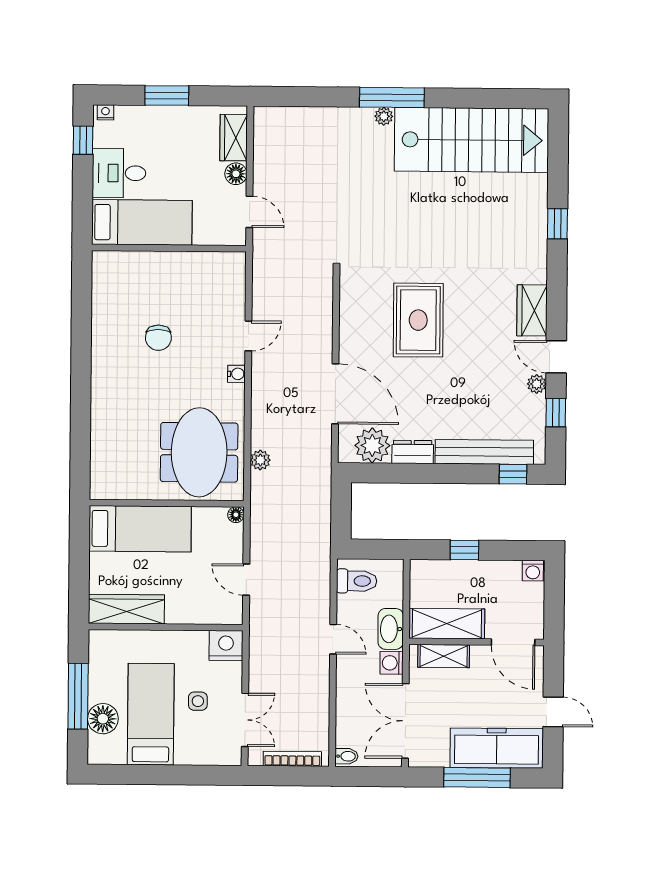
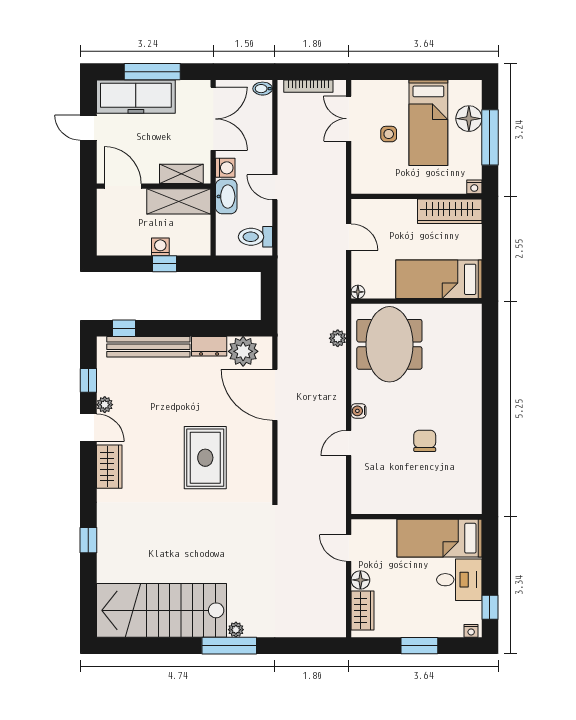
washing machine: (533, 571) -> (160, 247), moved
nightstand: (226, 646) -> (474, 187), moved, width x0.53, depth x0.56

